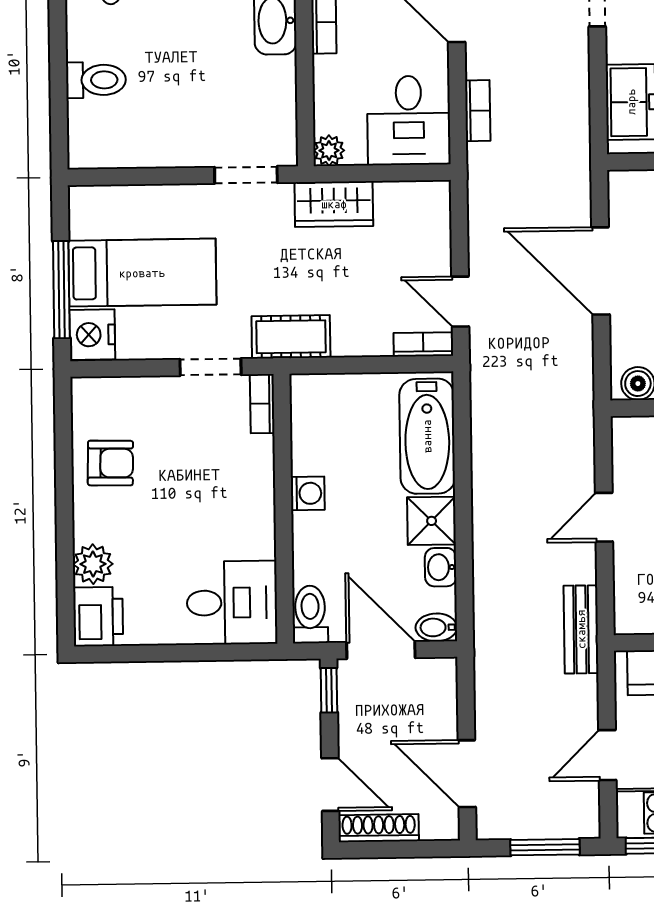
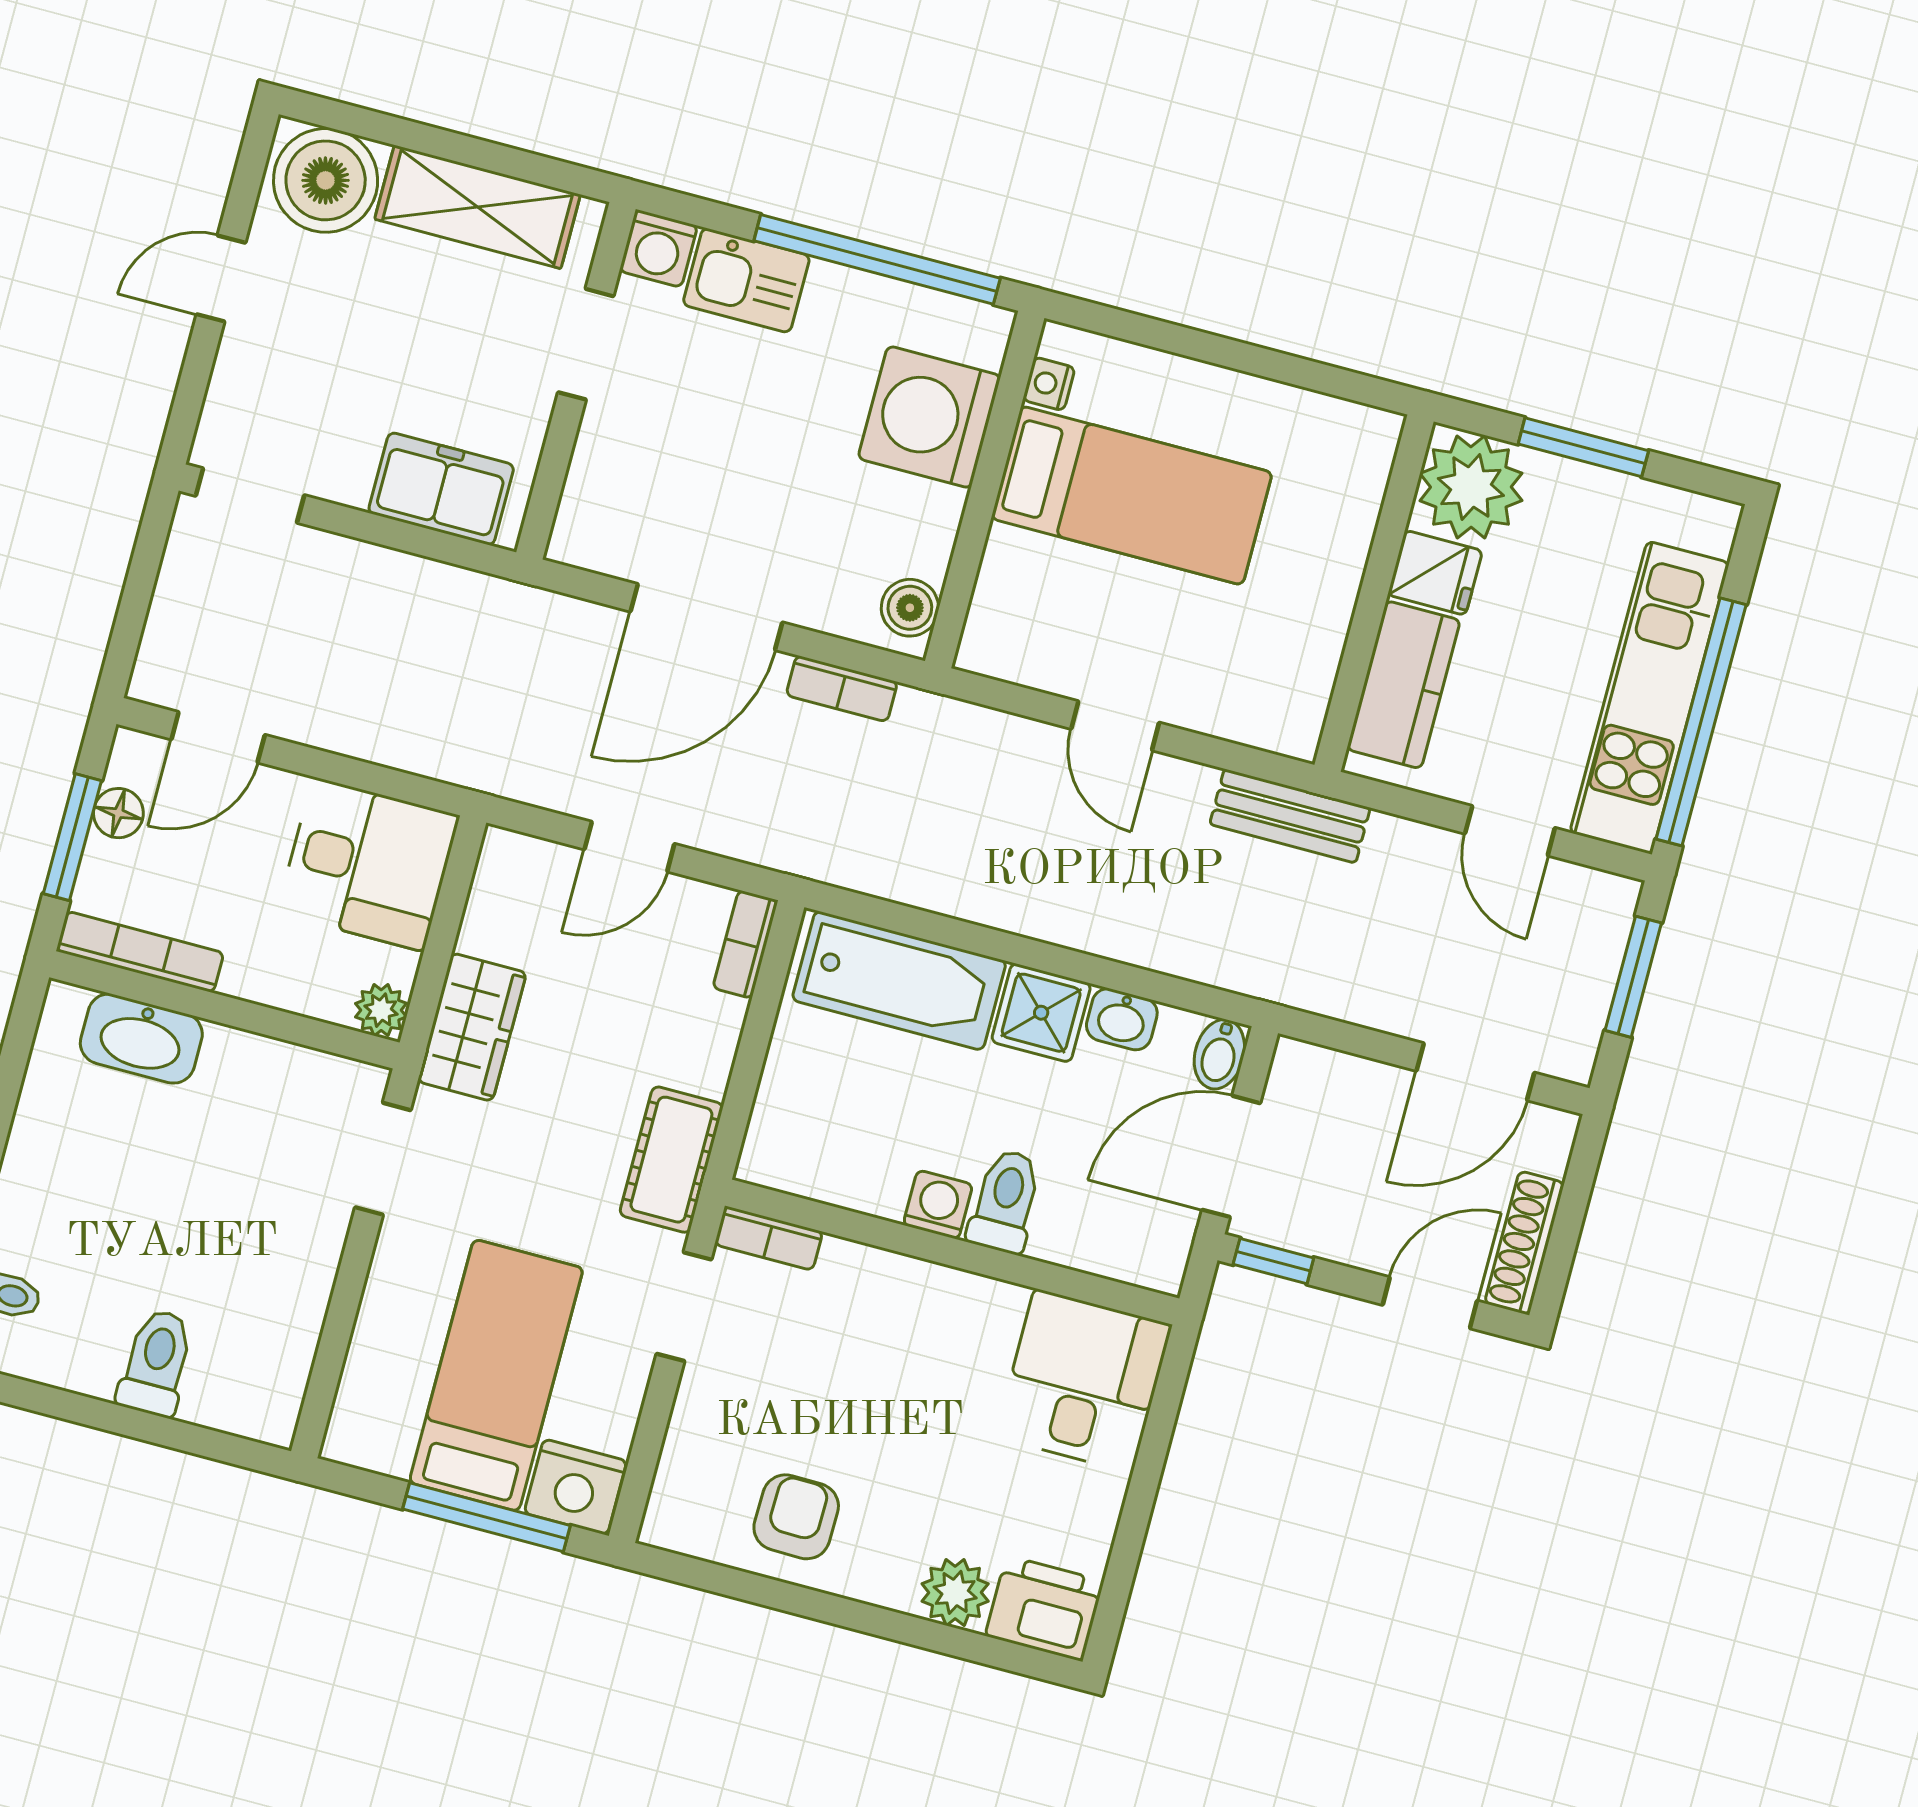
bookcase: (478, 111) -> (842, 689), moved, turned 180
door: (460, 302) -> (629, 847), moved
toilet: (310, 614) -> (1005, 1201), moved, turned 90

